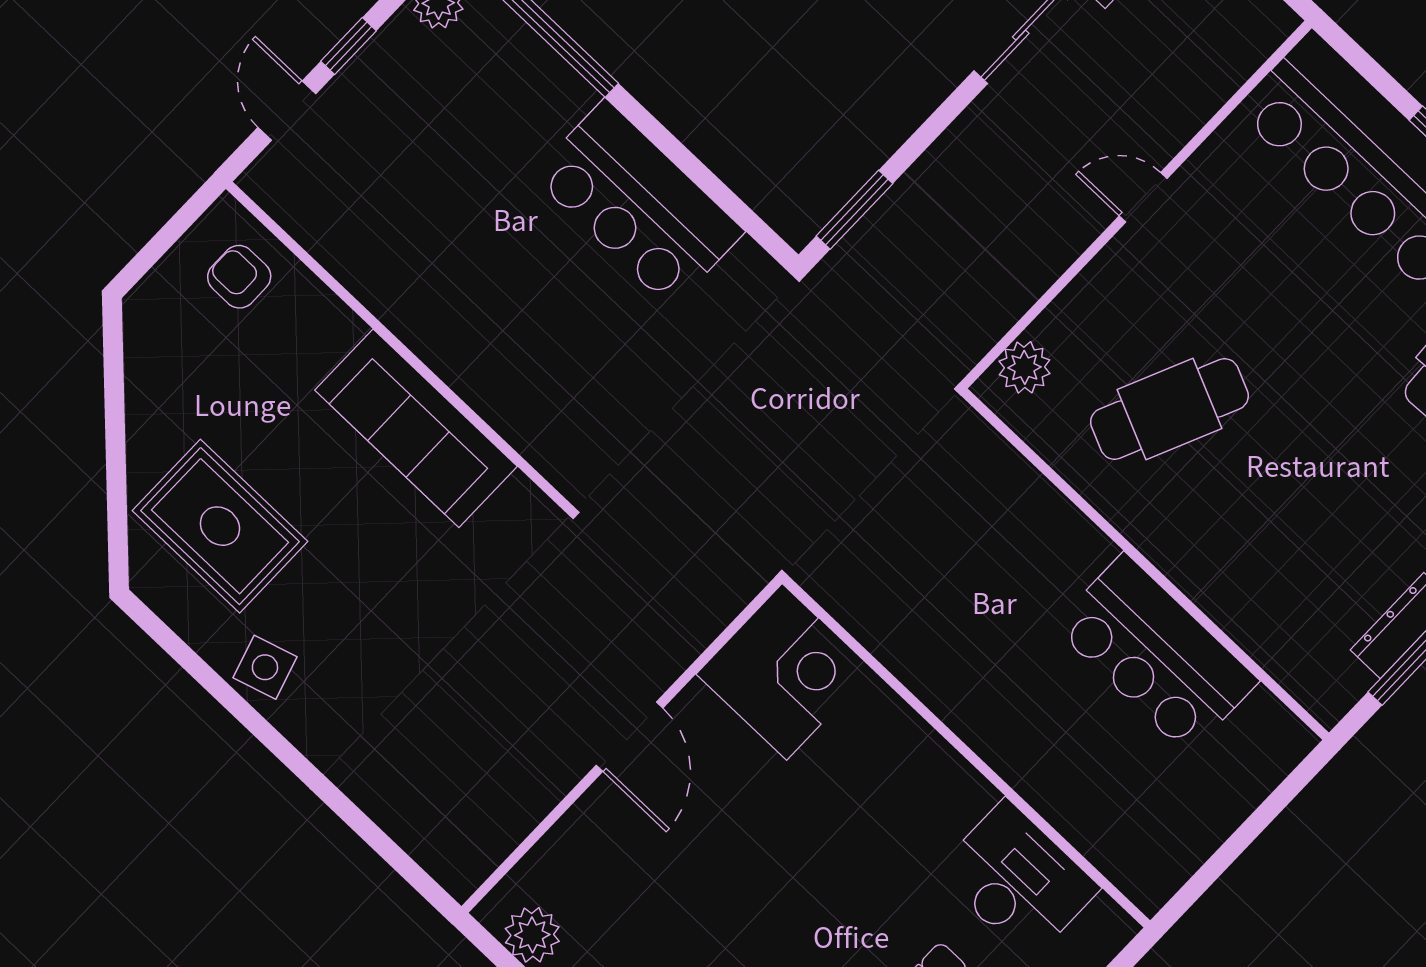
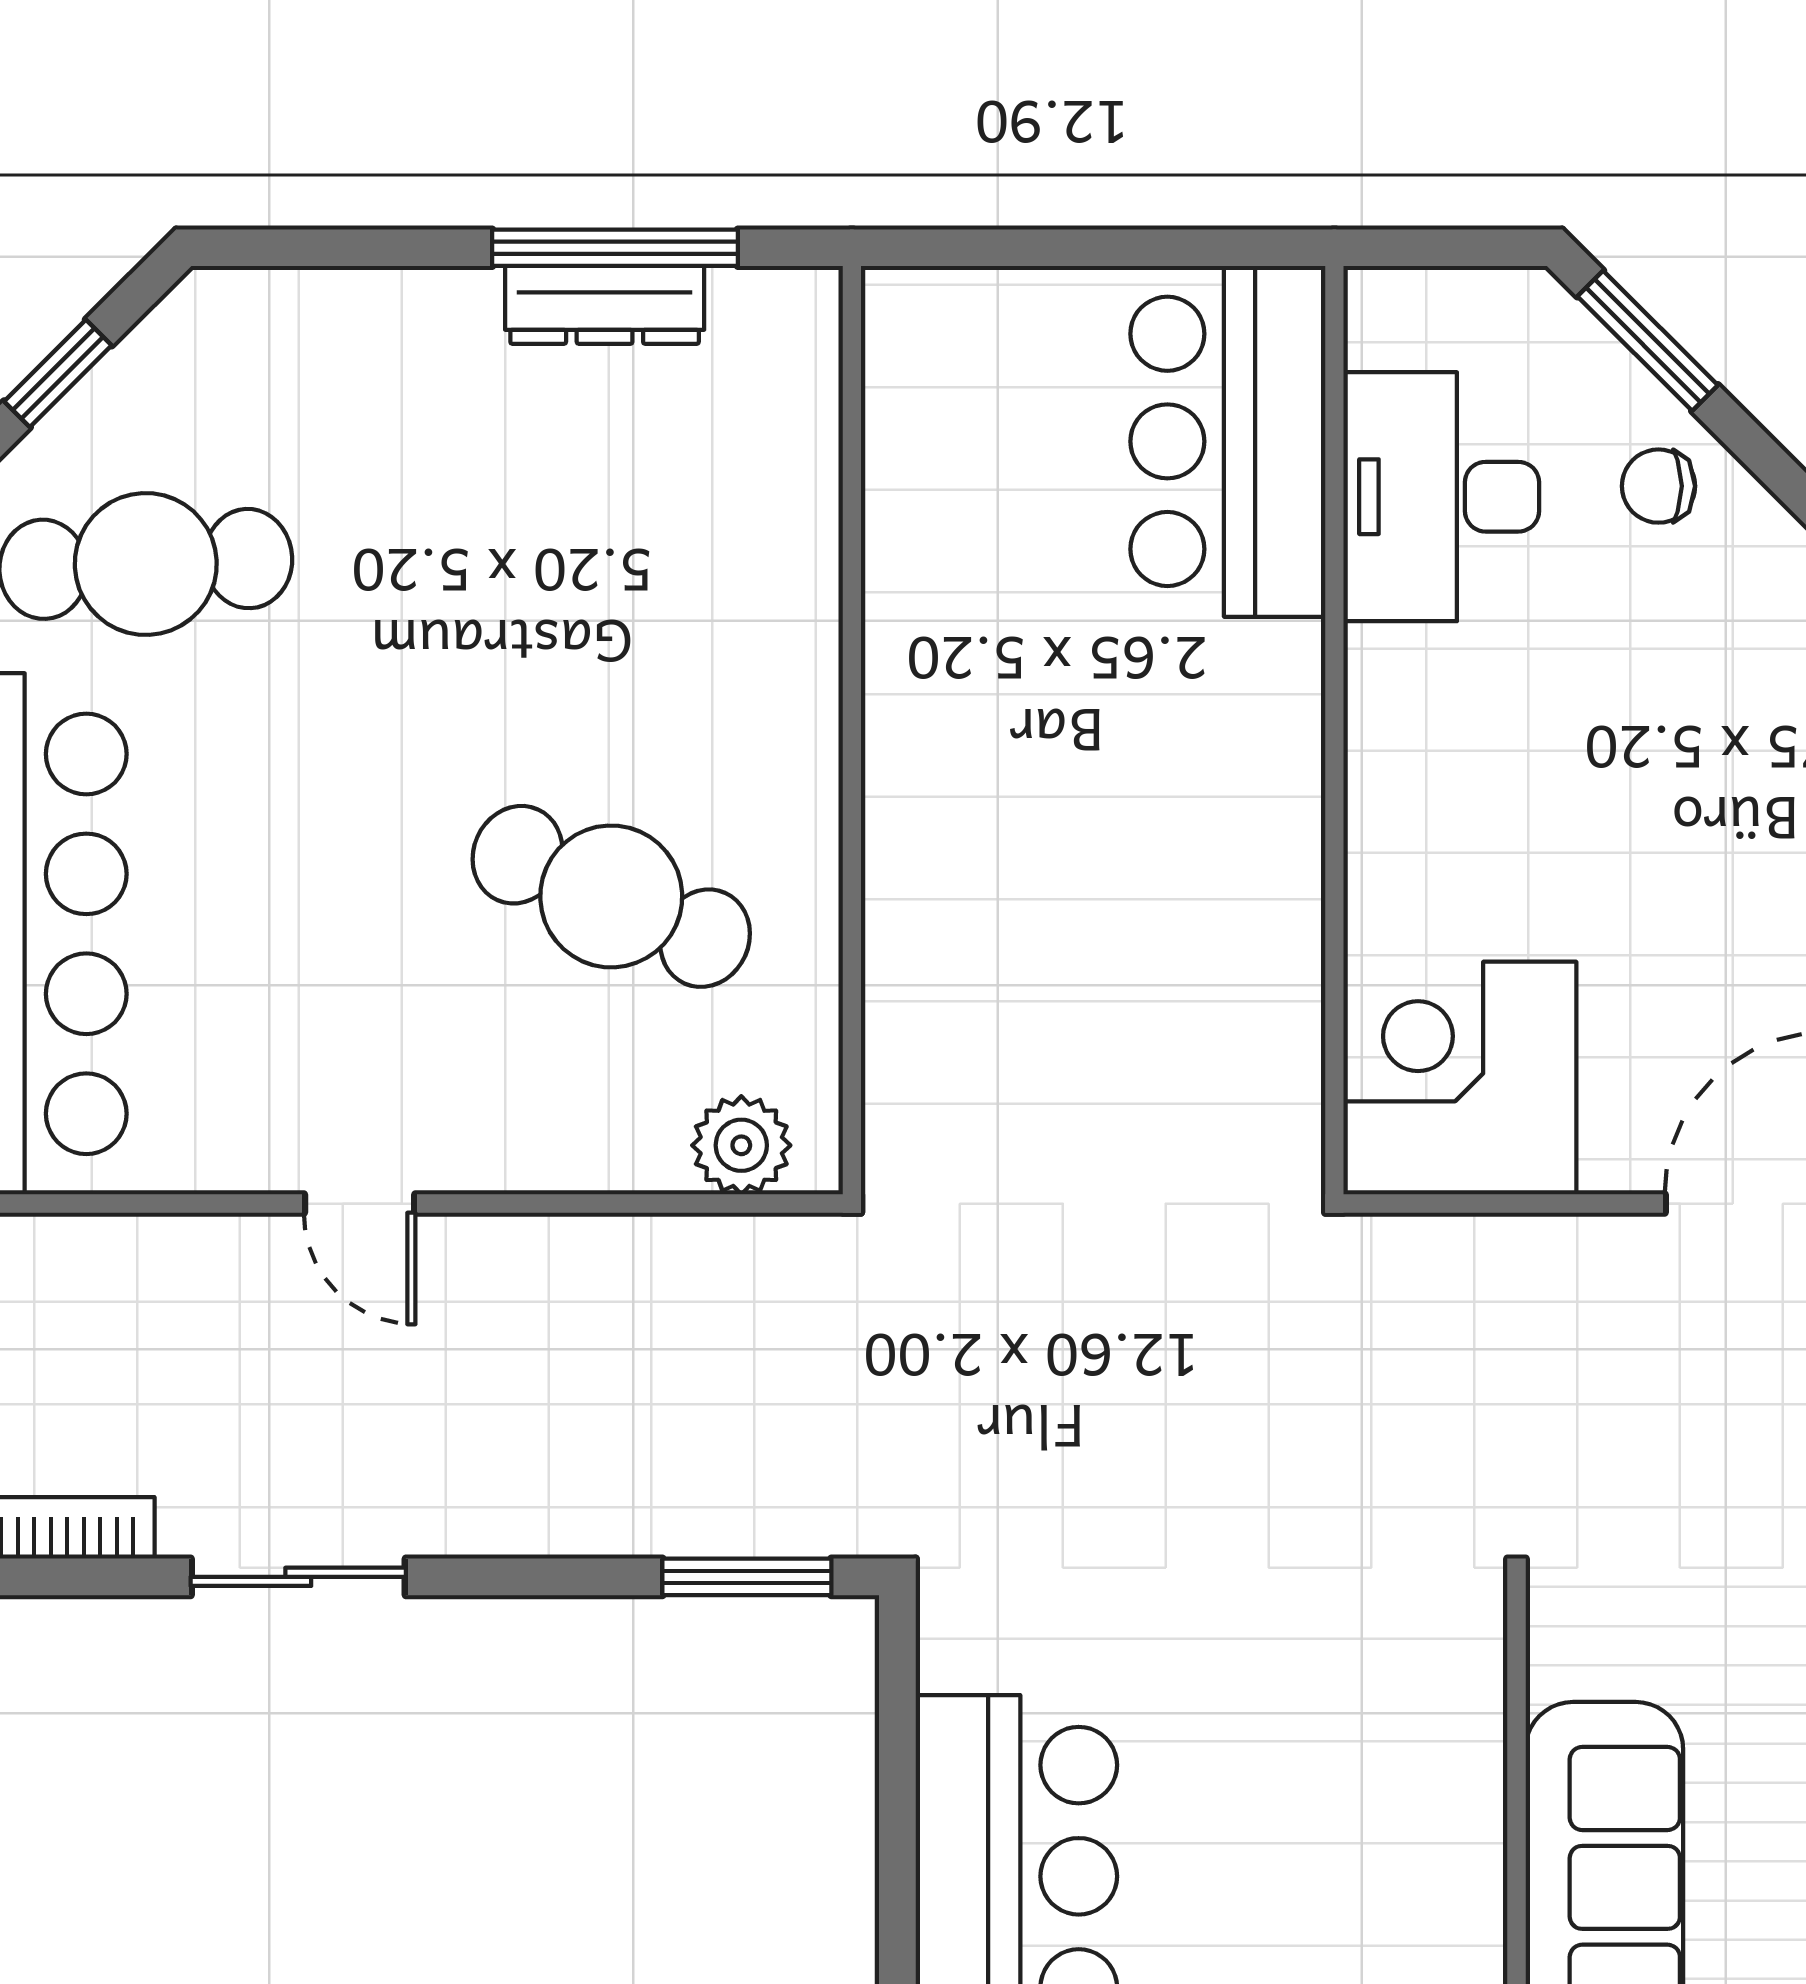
bar counter: (1156, 654) -> (1228, 441), moved, turned 180

